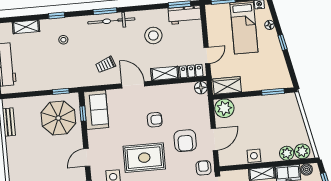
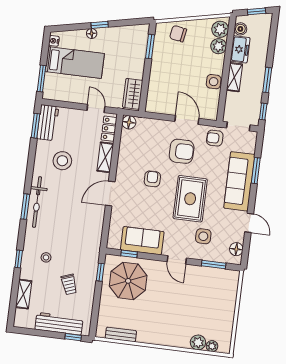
floor lamp: (270, 25) -> (92, 33), moved
trolley: (106, 65) -> (69, 284), moved
plant: (224, 108) -> (156, 102), removed
sofa: (96, 110) -> (142, 241), moved
chair: (290, 114) -> (178, 34), added

